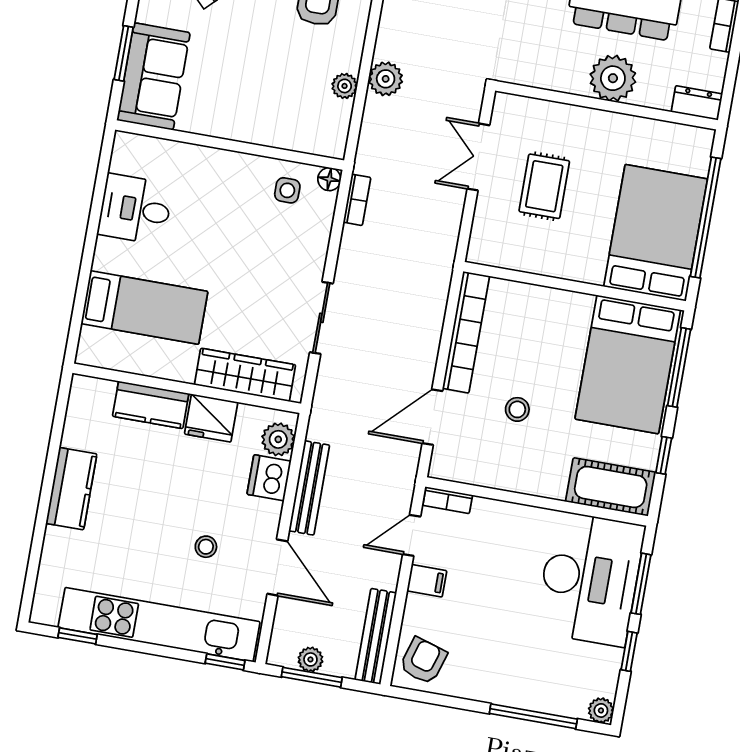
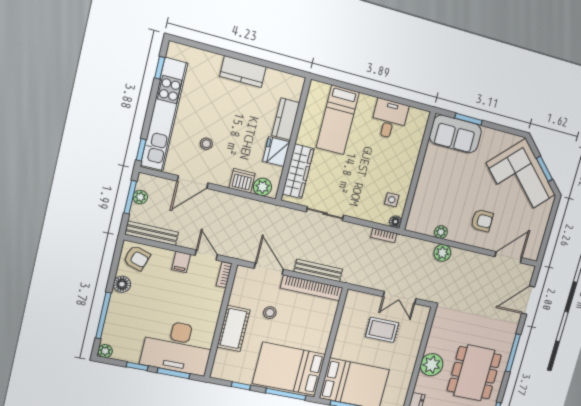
double door: (478, 157) -> (400, 298), swing flipped
cot: (611, 487) -> (234, 328), moved
bench: (309, 488) -> (318, 270), moved
floor lamp: (473, 685) -> (122, 284), added

